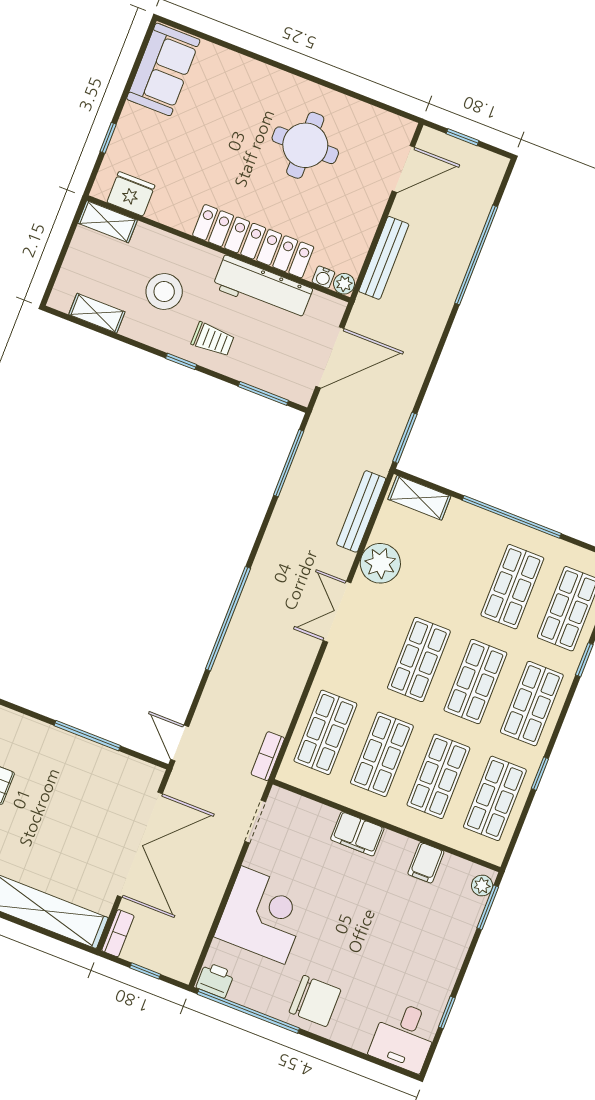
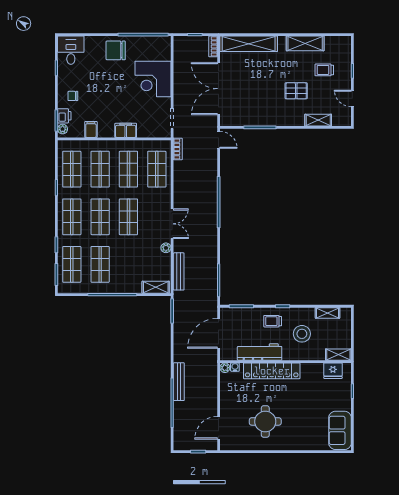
bench: (384, 258) -> (179, 382), moved
plant: (380, 563) -> (166, 248), width x0.53, depth x0.53
chair: (436, 943) -> (73, 96), added
printer: (215, 980) -> (64, 116), moved, turned -90

